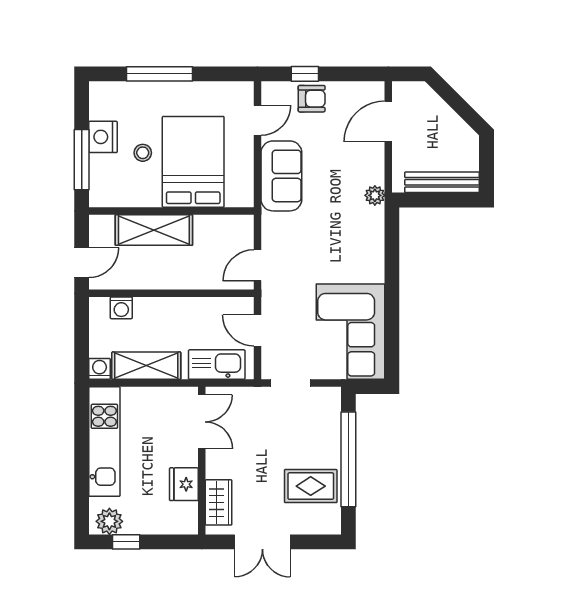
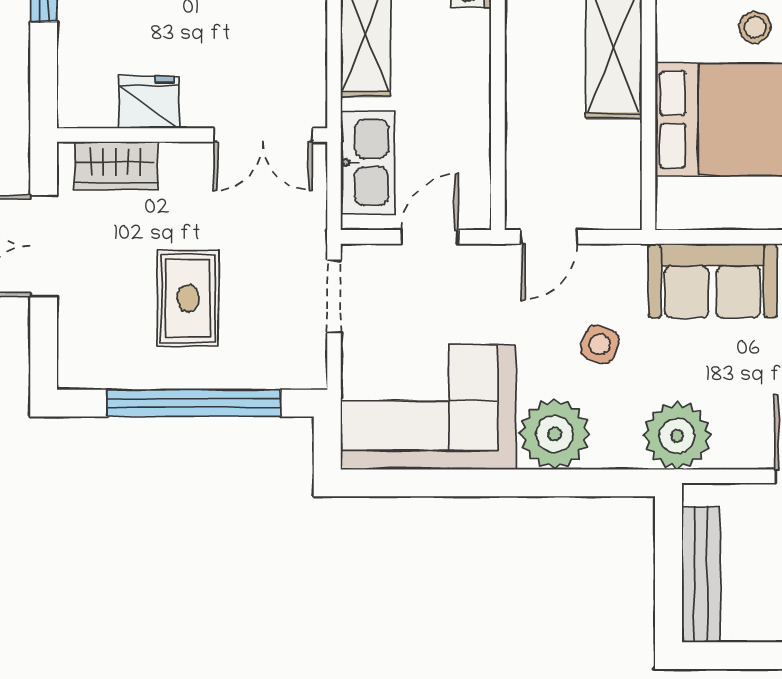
plant: (375, 195) -> (677, 436), width x1.88, depth x1.88
side table: (316, 238) -> (600, 344), added
plant: (365, 262) -> (554, 434), added
door: (257, 265) -> (549, 237), swing flipped
rug: (311, 486) -> (188, 298), moved

